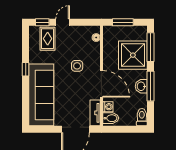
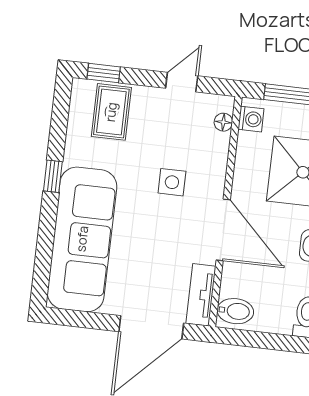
door: (63, 22) -> (182, 82), moved
washing machine: (108, 107) -> (251, 119), moved

